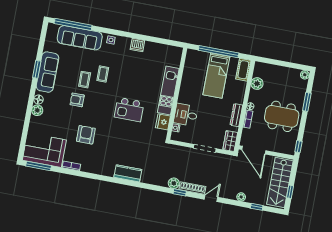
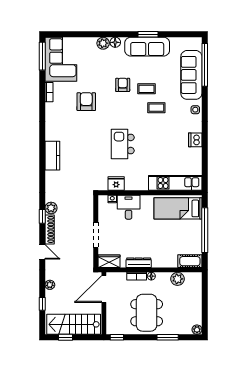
bed: (216, 76) -> (178, 208), moved
kitchen unit: (168, 91) -> (175, 183), moved
armchair: (86, 135) -> (86, 102), turned -90

